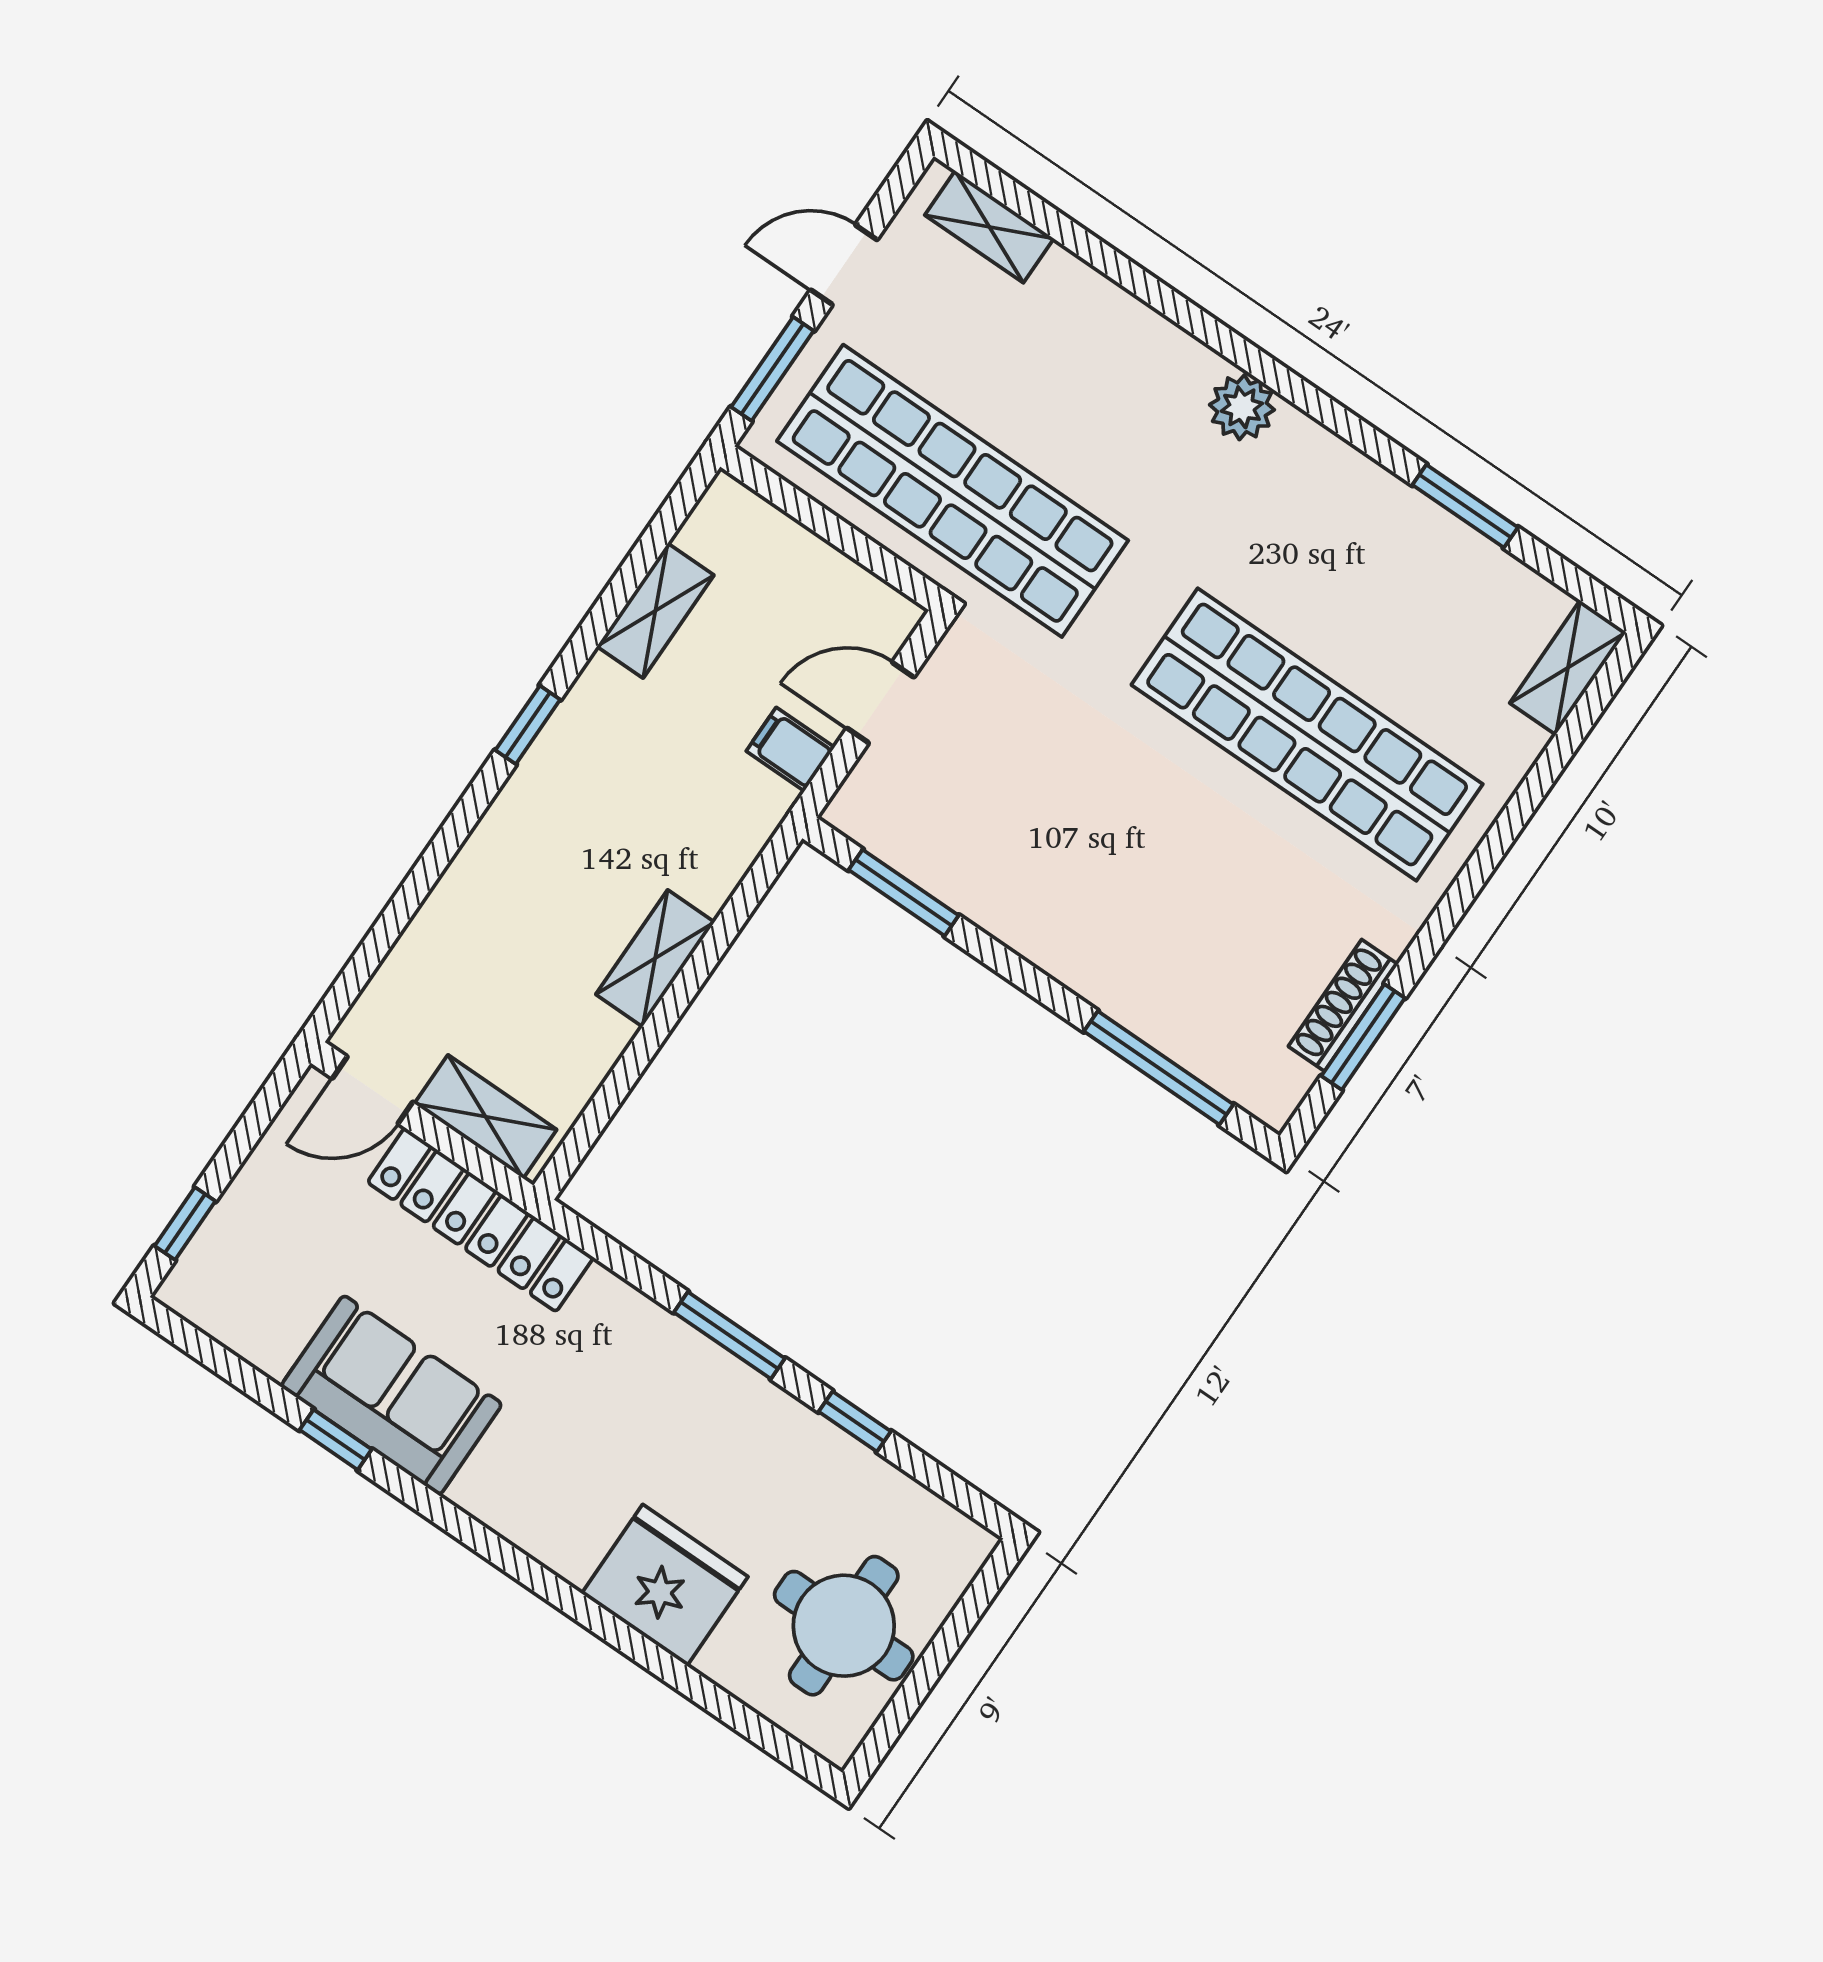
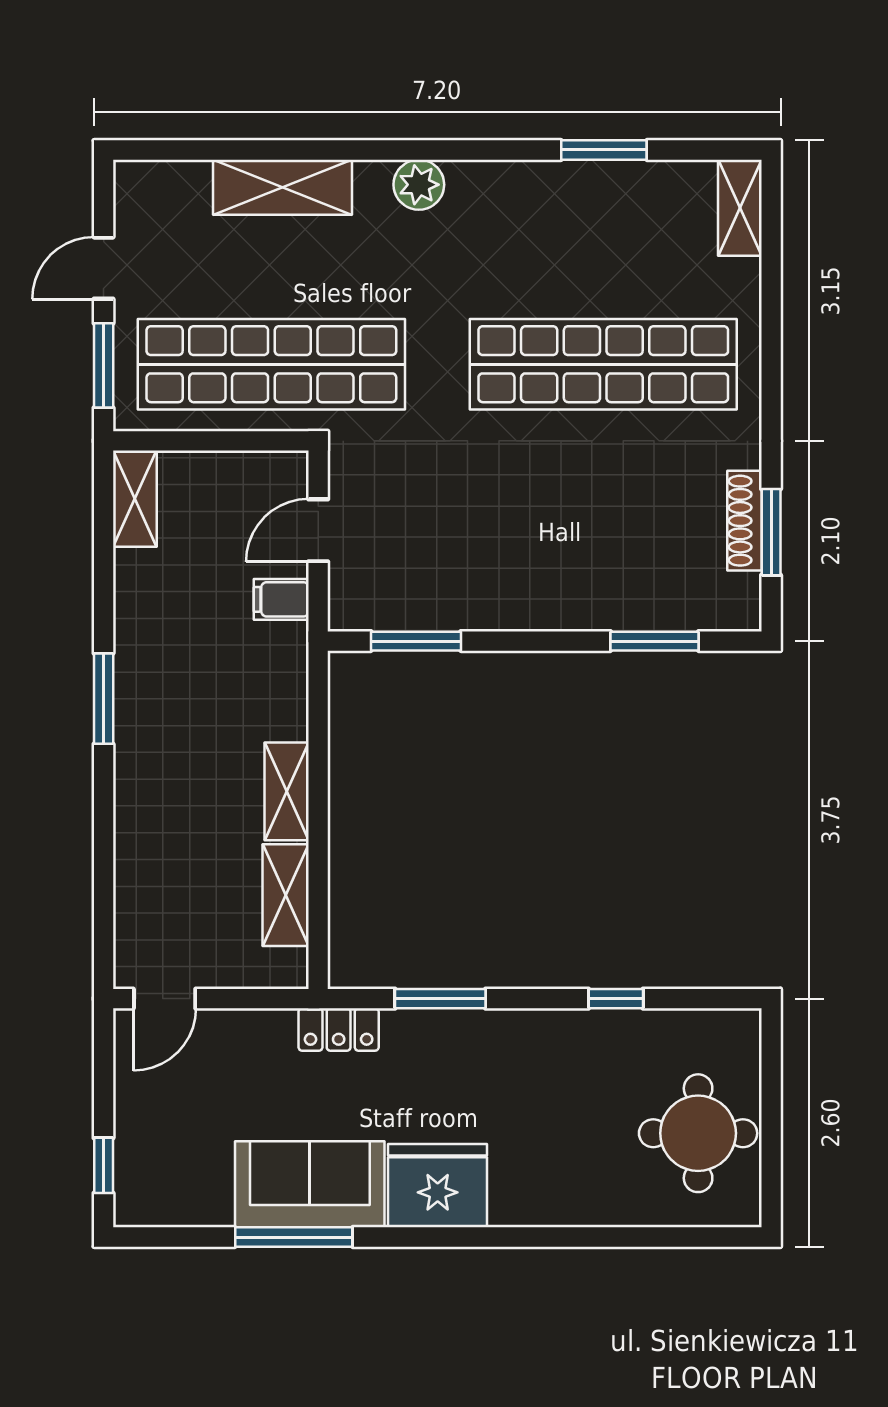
shelving: (989, 227) -> (283, 187), moved, width x1.50, depth x1.33
shelving: (655, 611) -> (135, 499), moved
window: (528, 725) -> (104, 699), width x1.50
window: (1159, 1068) -> (654, 641), width x0.69
shelving: (486, 1117) -> (286, 895), moved, turned 90
locker: (480, 1220) -> (339, 1029), width x0.46, depth x0.83
window: (729, 1335) -> (440, 999), moved
window: (336, 1440) -> (294, 1237), width x2.17
fridge: (665, 1585) -> (438, 1186), moved

